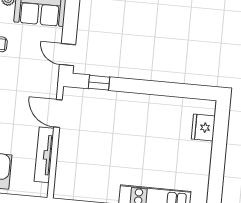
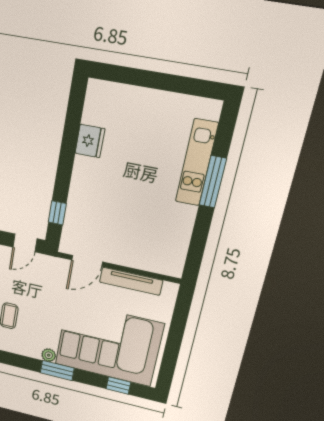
fridge: (203, 127) -> (90, 141), moved, turned -90

